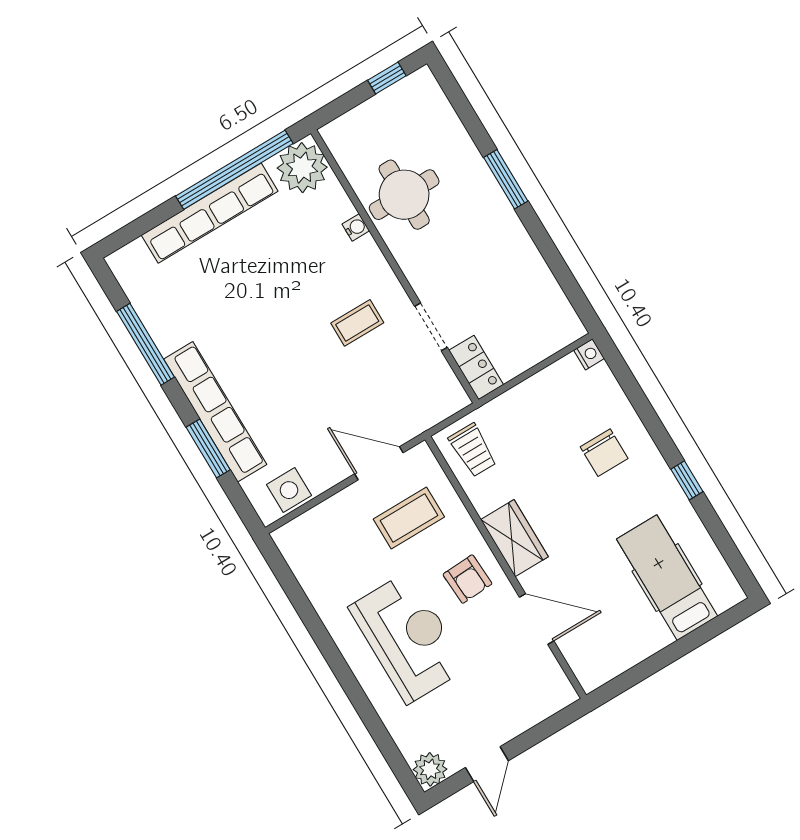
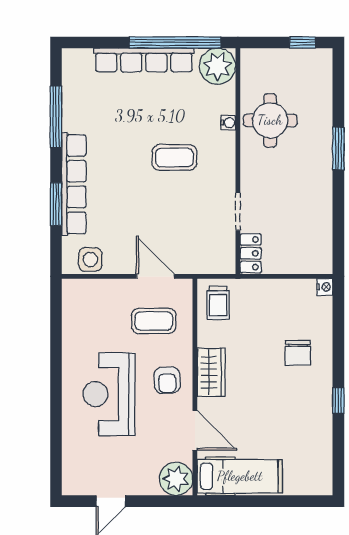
coffee table: (357, 323) -> (174, 158), moved, width x1.36, depth x1.30
hospital bed: (667, 578) -> (240, 476), moved, turned 90
reception desk: (408, 638) -> (109, 394), turned 180
plant: (430, 769) -> (176, 479), moved, width x1.36, depth x1.36

